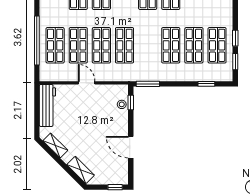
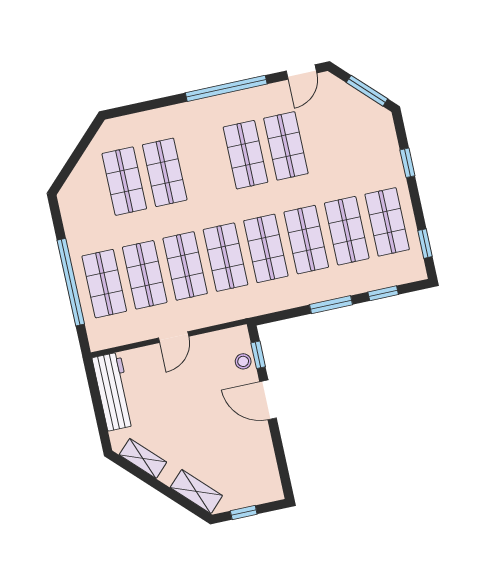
window: (235, 38) -> (407, 163), moved
shop shelf: (148, 45) -> (266, 248), added
door: (87, 83) -> (174, 337), swing flipped
window: (148, 84) -> (331, 305), moved
door: (131, 147) -> (268, 400), moved
window: (115, 187) -> (244, 513), moved

